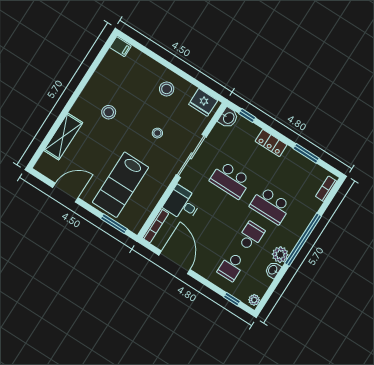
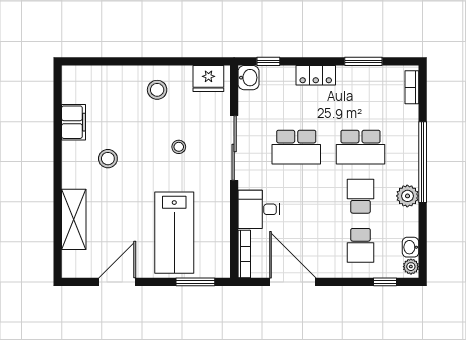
filing cabinet: (120, 47) -> (74, 122), moved, width x2.00
washbasin: (273, 270) -> (410, 247), moved

